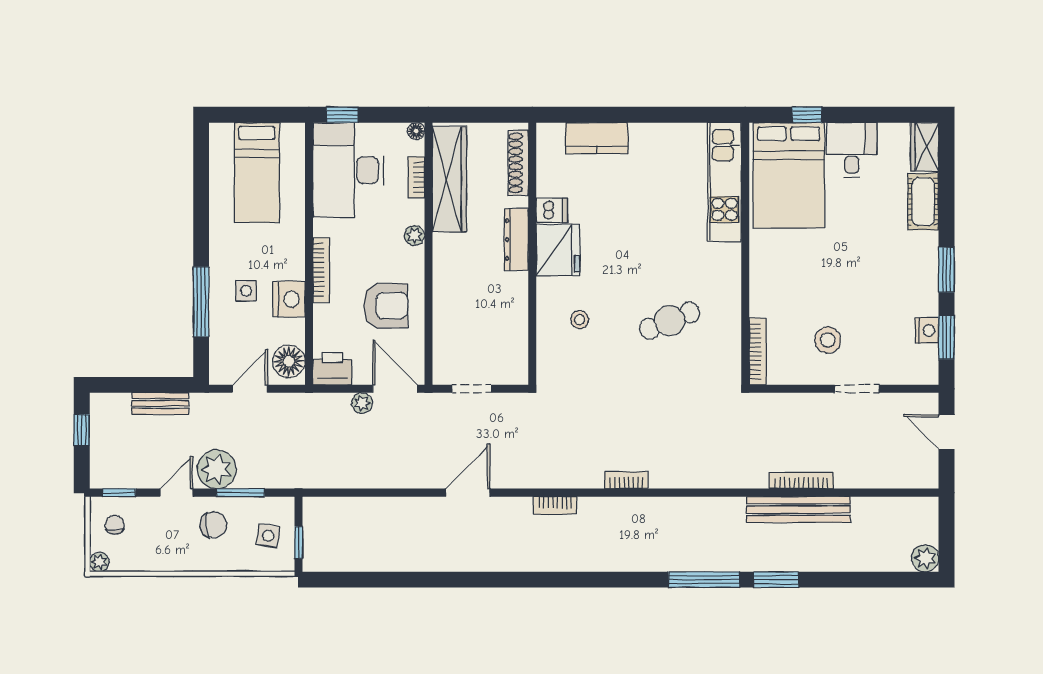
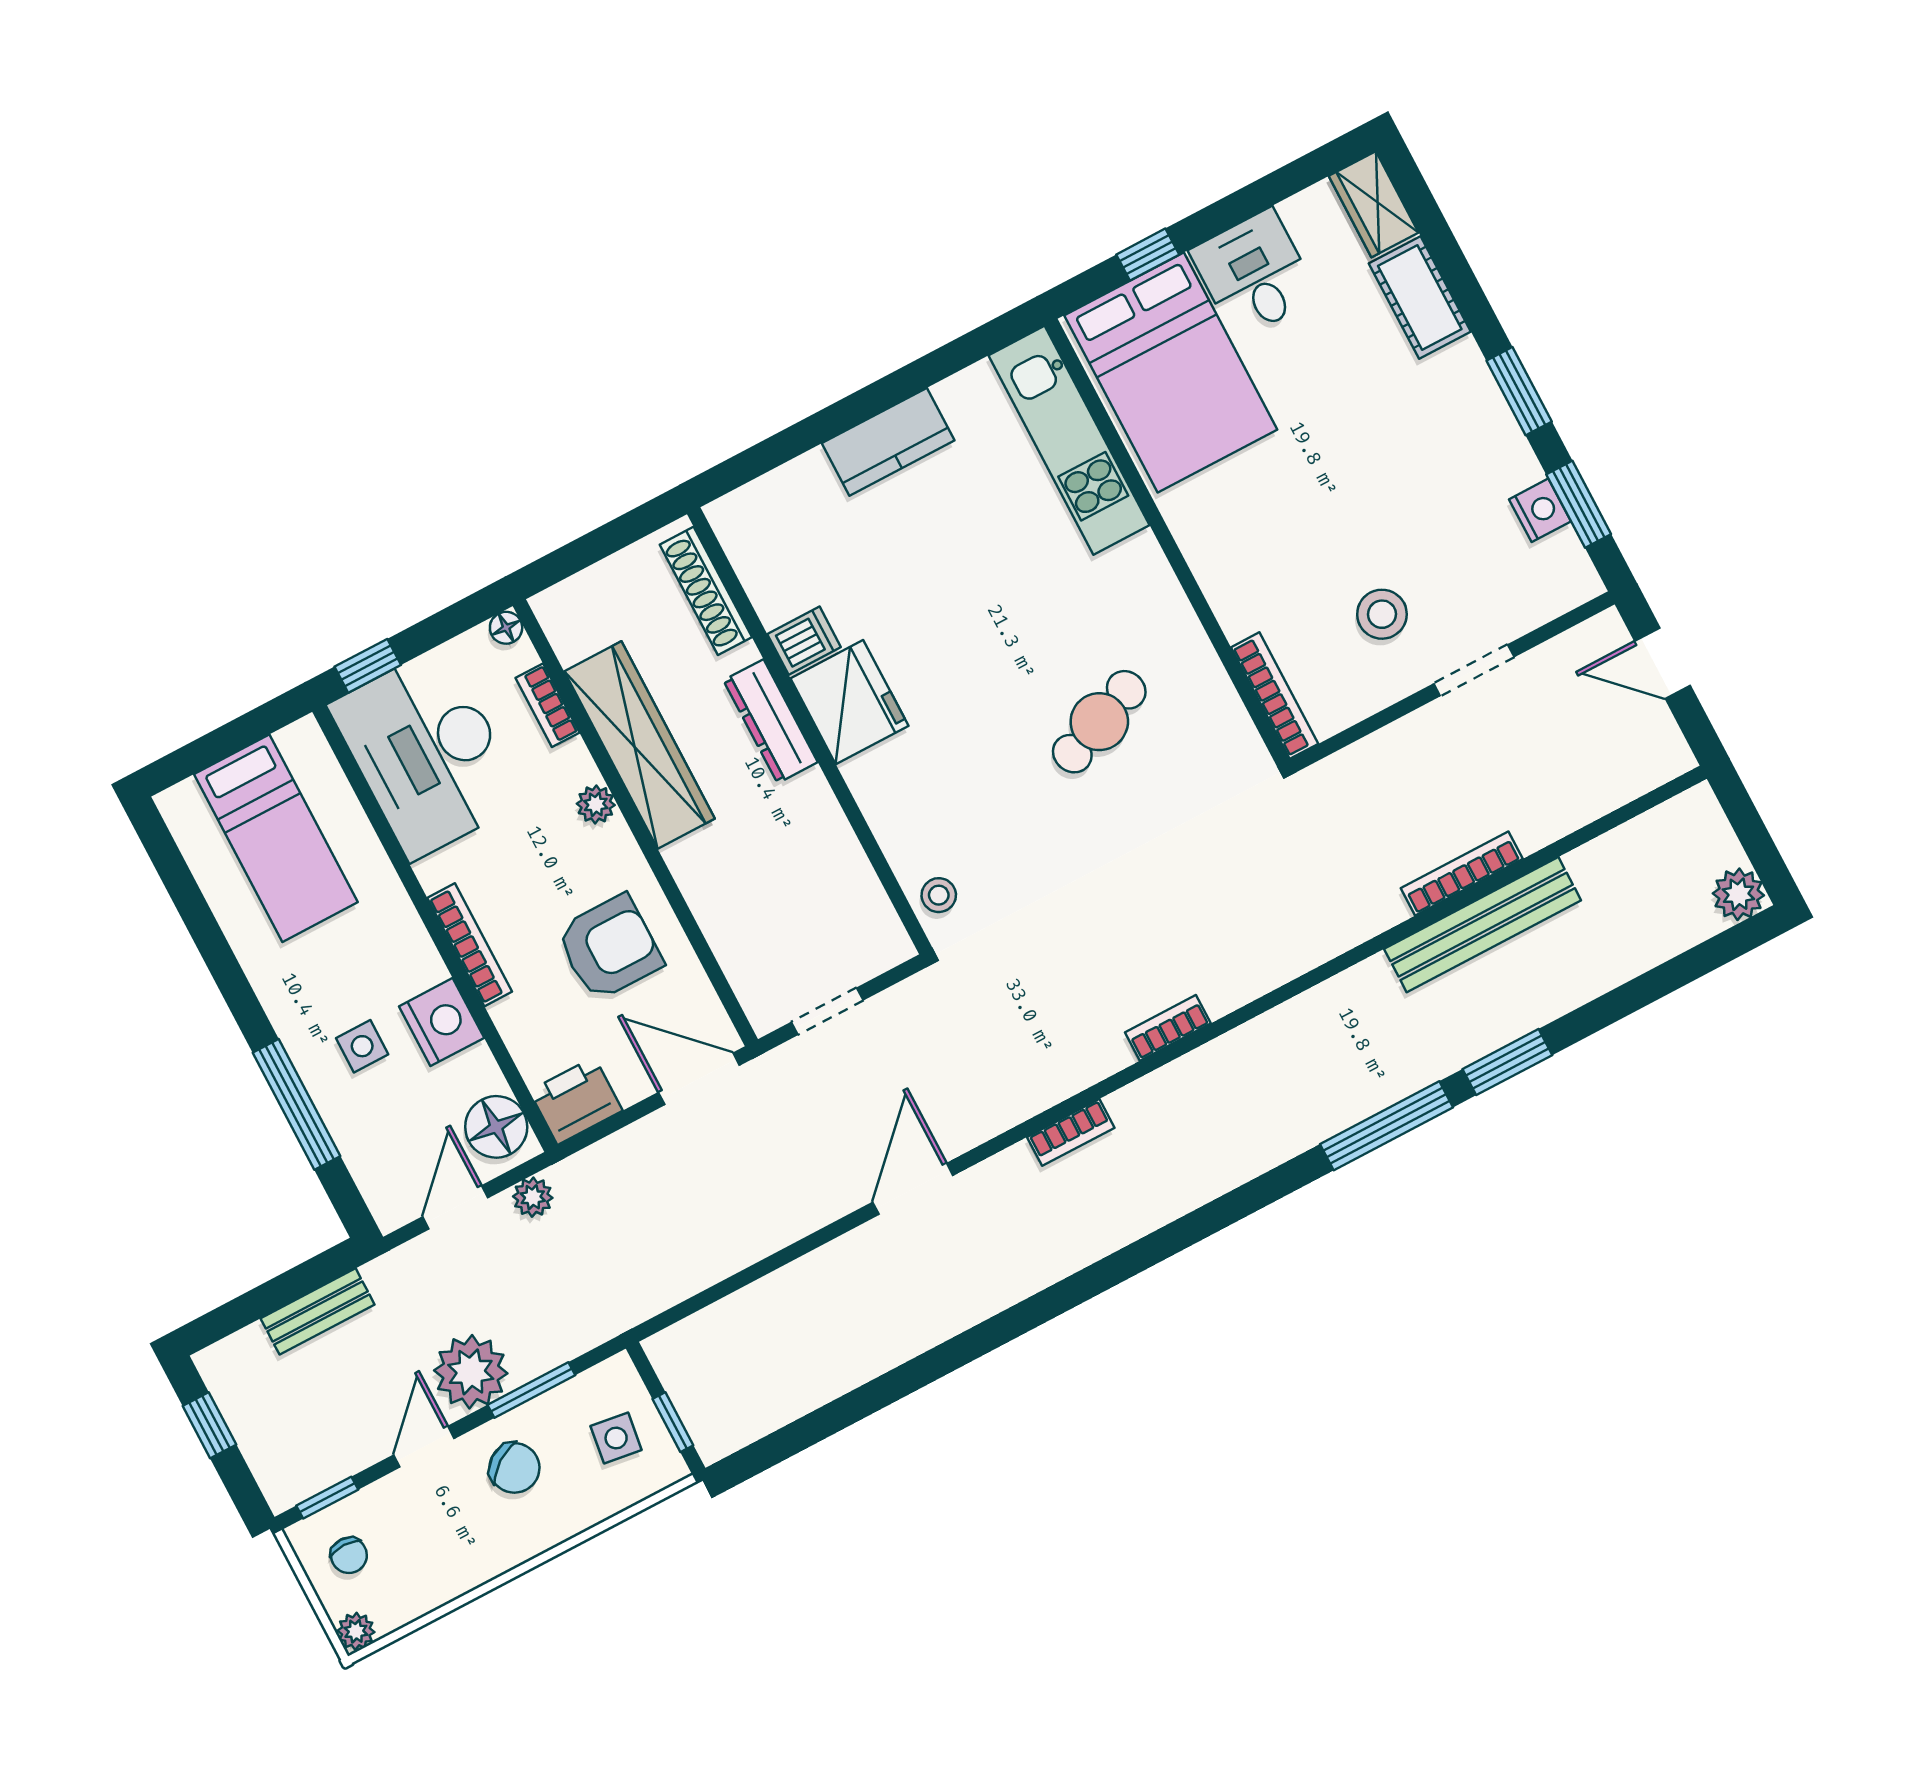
kitchen counter: (597, 138) -> (888, 442), moved
wardrobe: (449, 179) -> (639, 745), moved
stool: (580, 320) -> (939, 895), moved
plant: (362, 403) -> (533, 1197), moved
chair: (115, 525) -> (349, 1555), turned 180
chair: (213, 525) -> (514, 1468), turned 61

